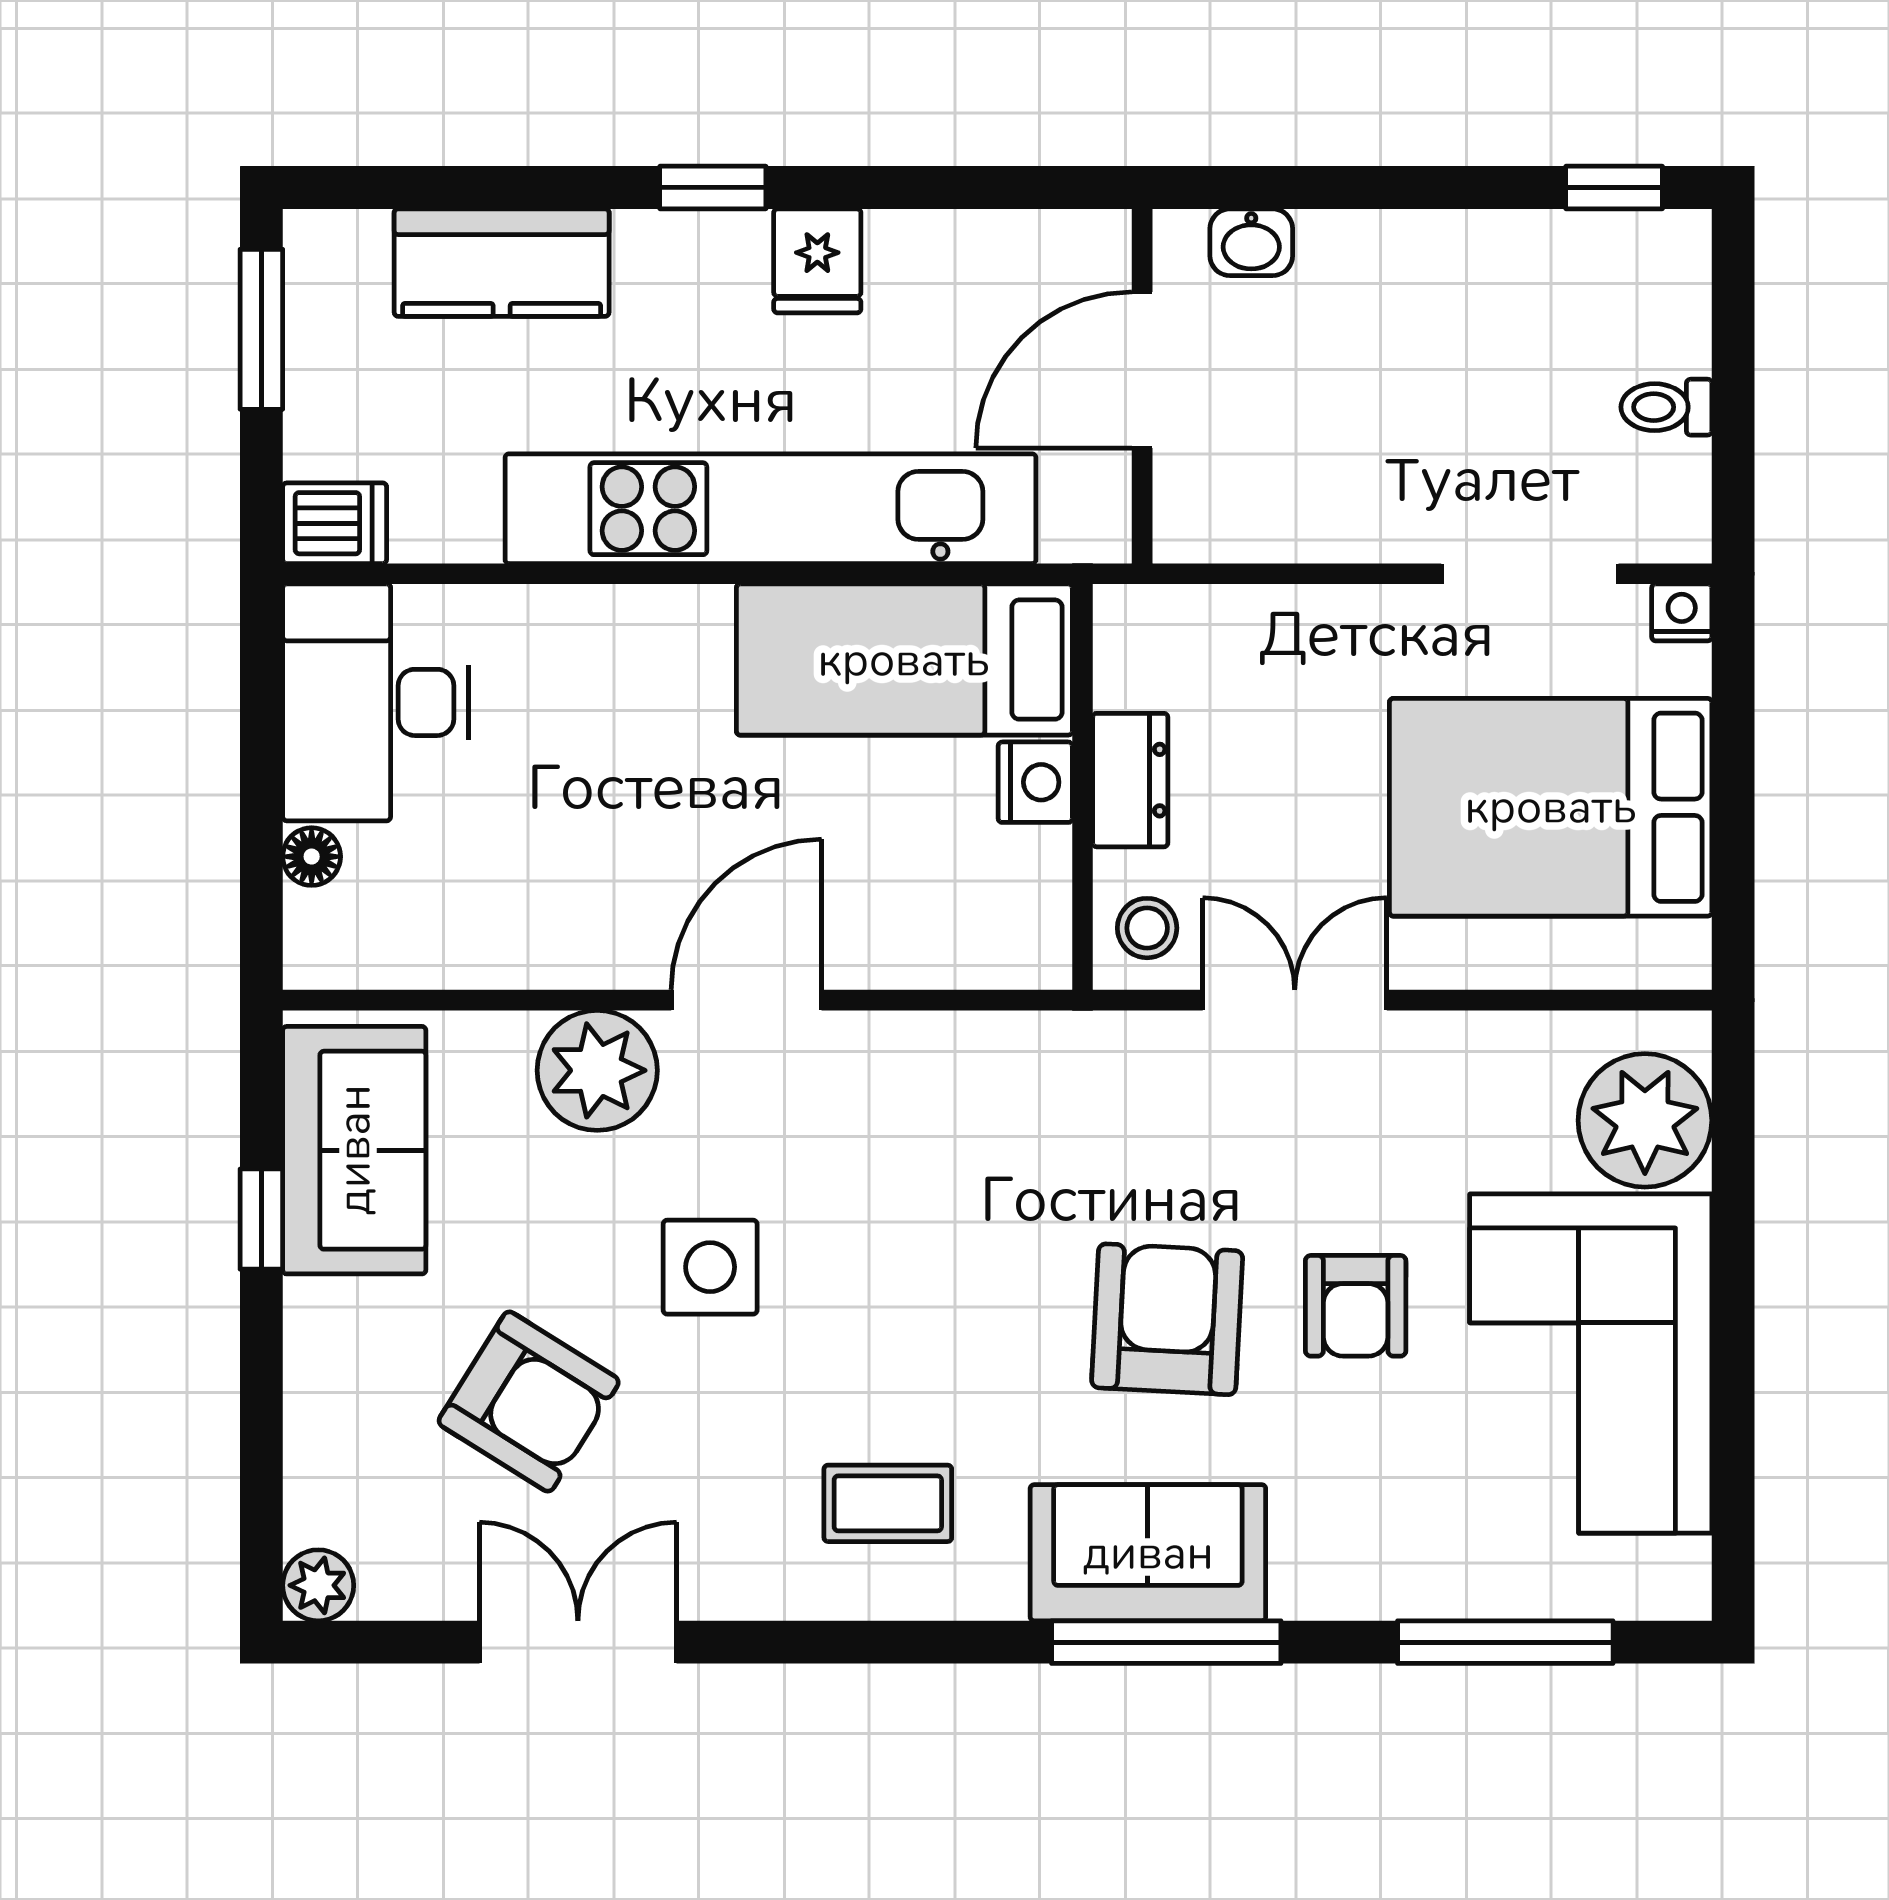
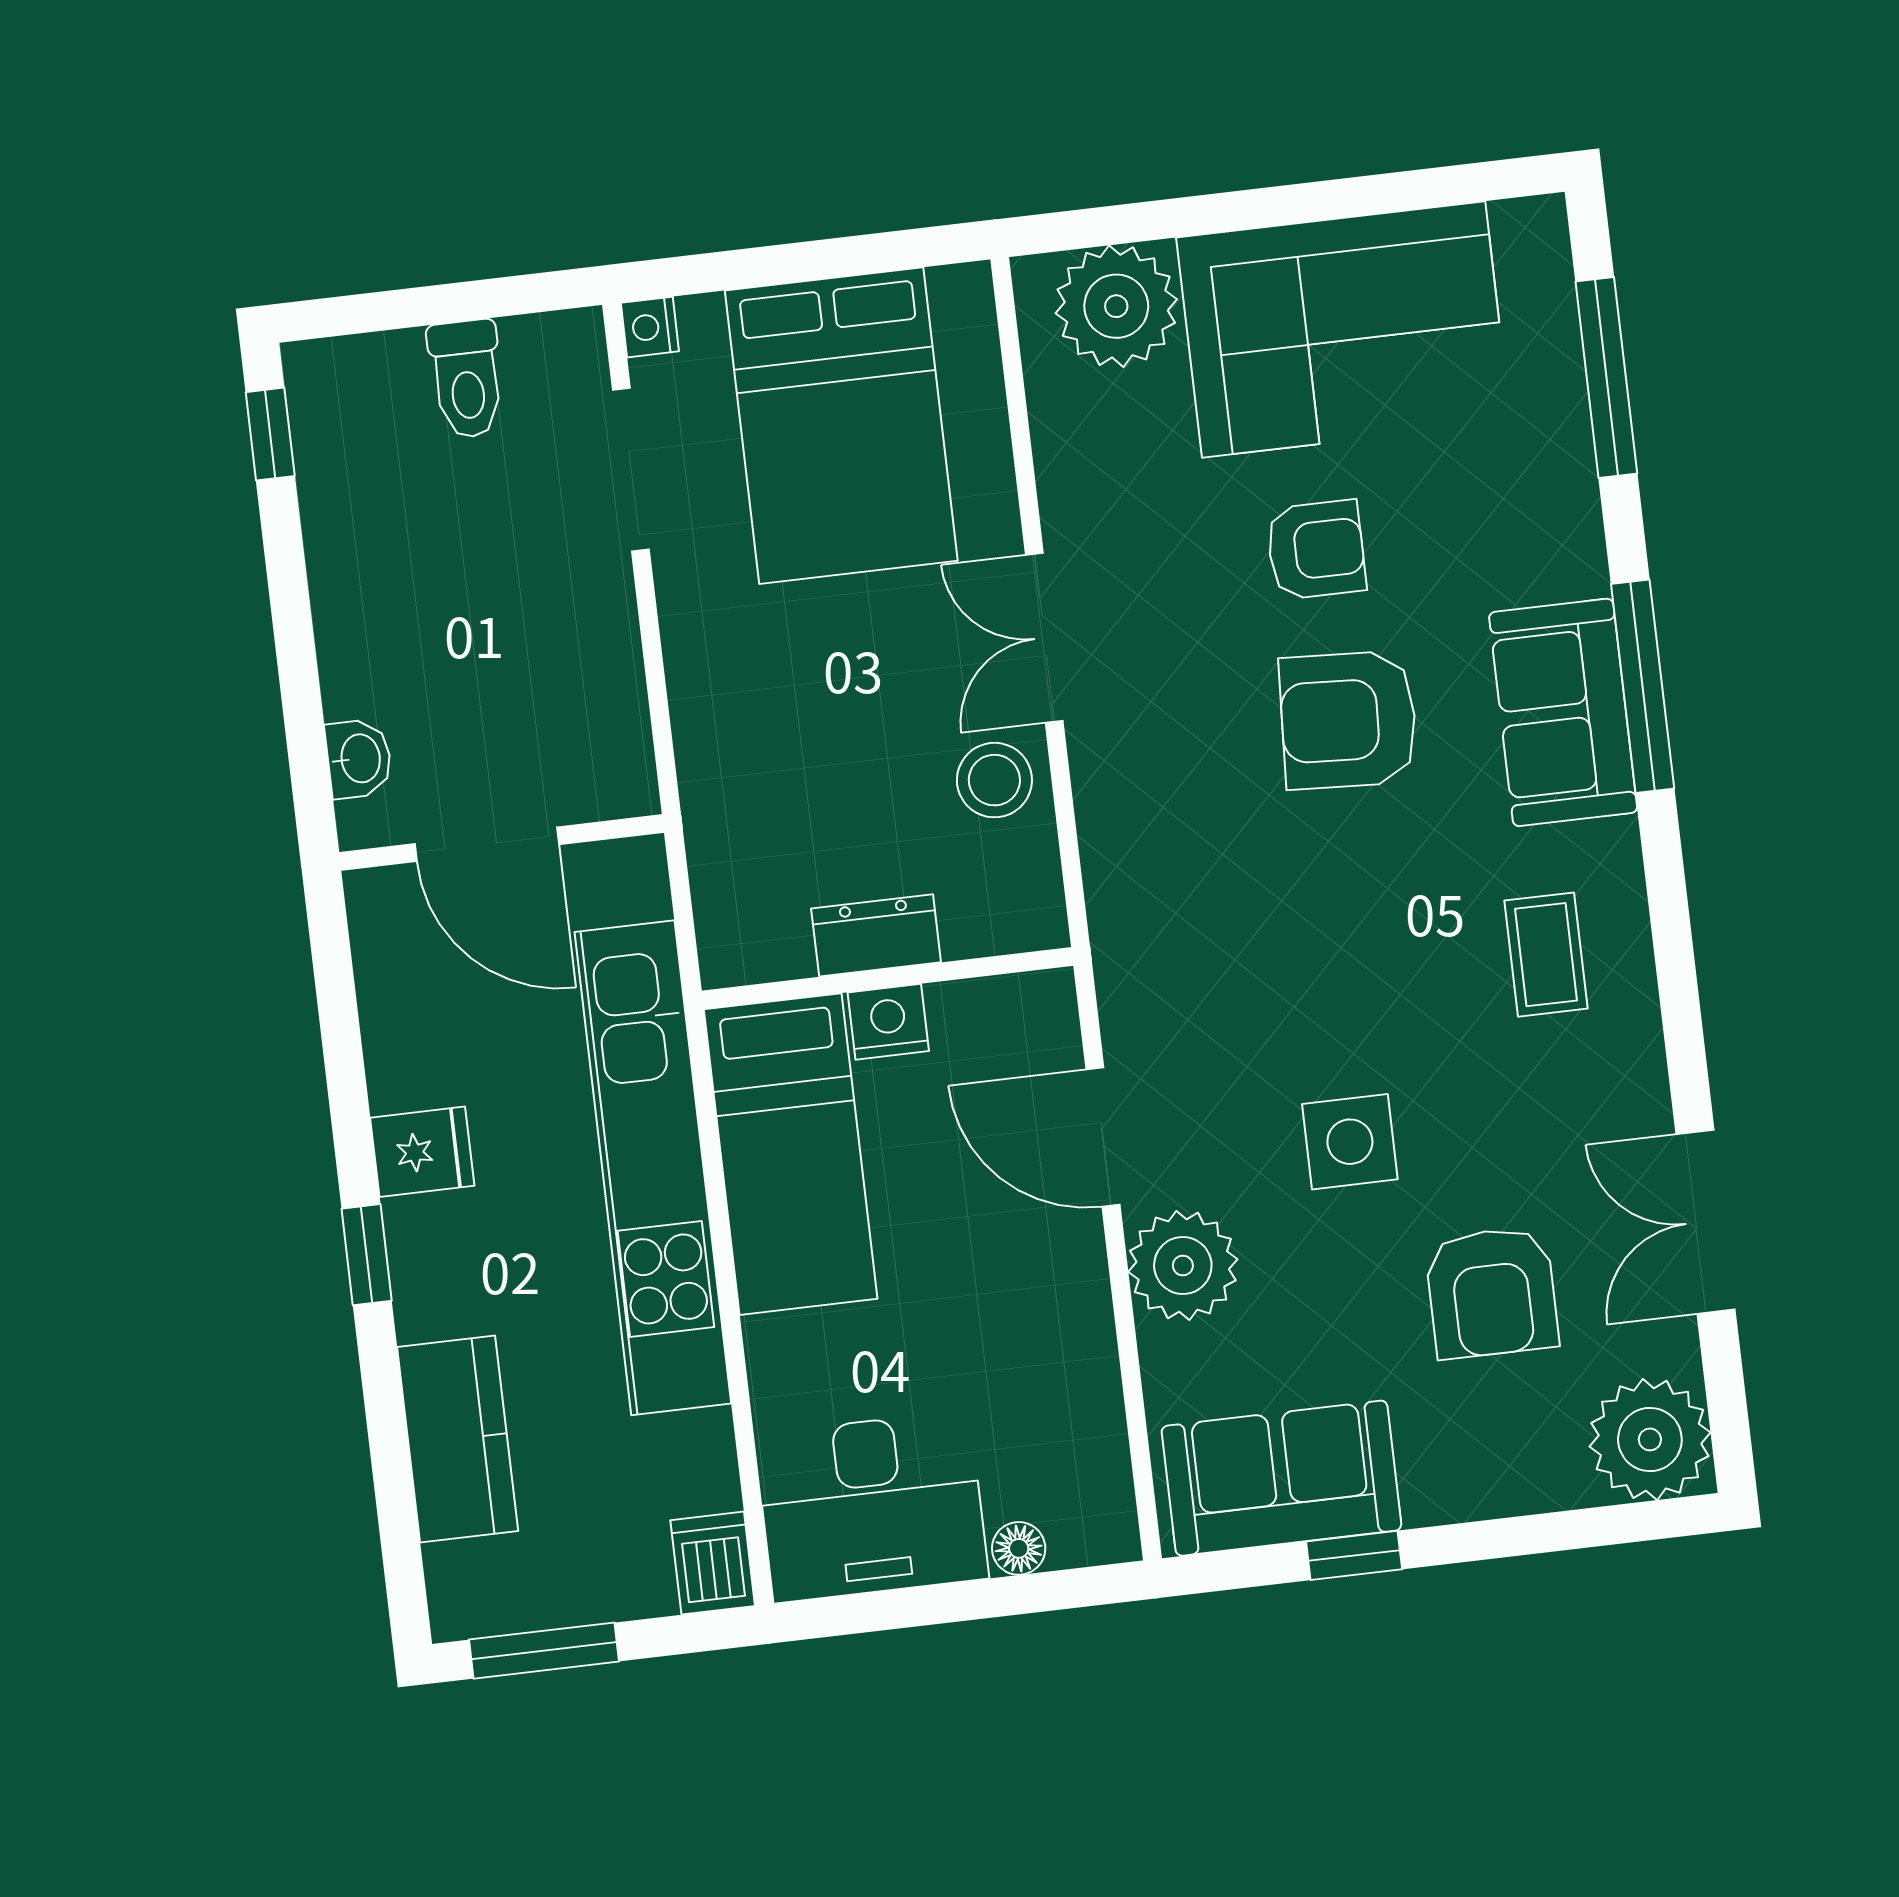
toilet: (1666, 407) -> (466, 379), width x1.37, depth x1.39
bed: (904, 660) -> (791, 1154), moved
dresser: (1130, 780) -> (876, 935), moved
nightstand: (1035, 782) -> (888, 1022), moved
wall: (1083, 787) -> (887, 978), moved
stool: (1147, 928) -> (994, 780), width x1.37, depth x1.37
armchair: (529, 1402) -> (1492, 1293), turned 148
plant: (318, 1585) -> (1650, 1439), width x1.88, depth x1.88

